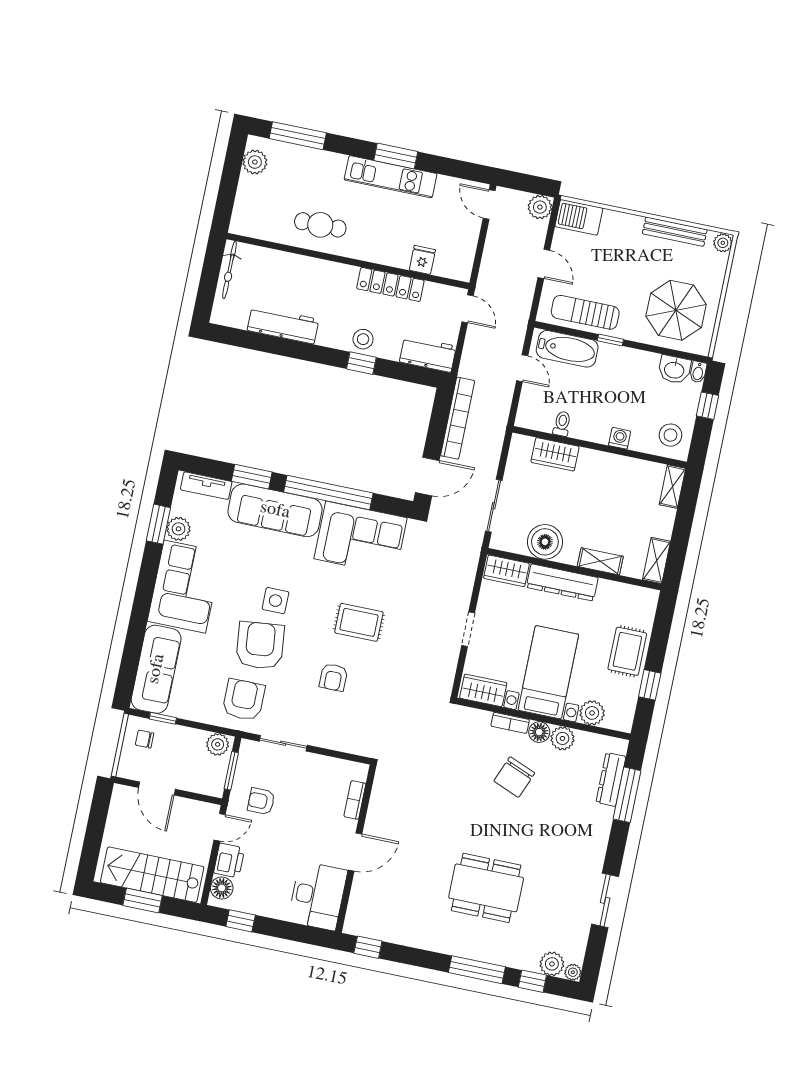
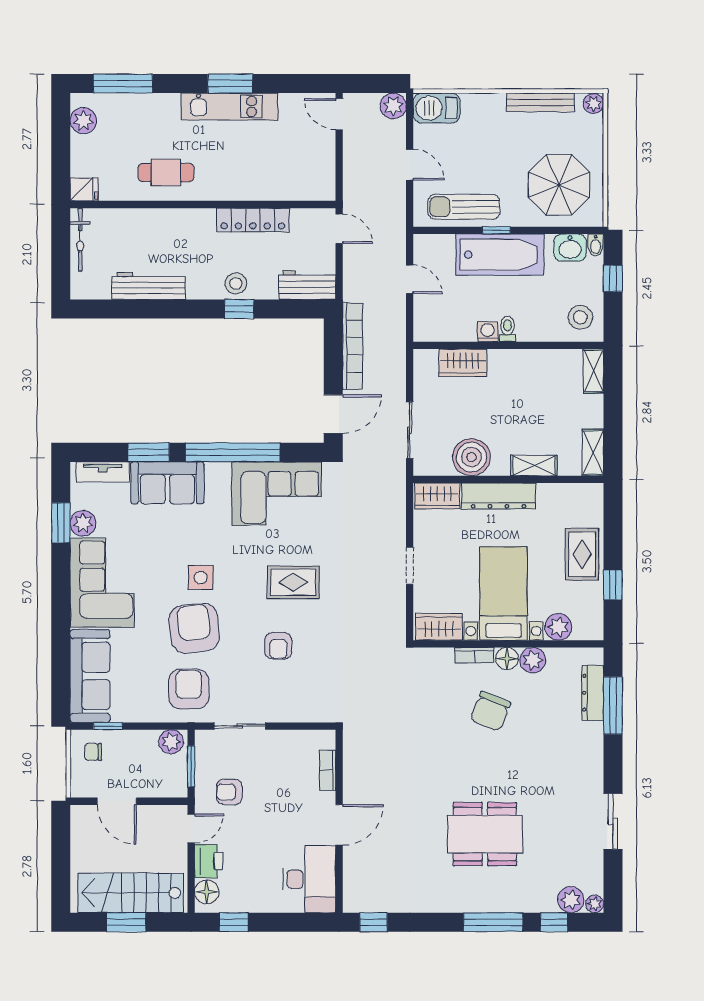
fridge: (422, 260) -> (84, 189), moved, turned 90
bathtub: (567, 349) -> (500, 255), moved, width x1.36, depth x1.36
toilet: (562, 424) -> (507, 329), moved
washing machine: (620, 438) -> (487, 332), moved
sofa: (275, 510) -> (167, 483), width x0.73

